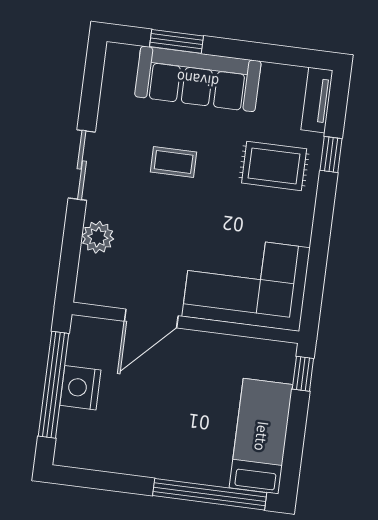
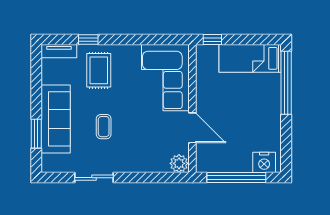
sliding door: (82, 165) -> (94, 178), moved
plant: (98, 237) -> (179, 163), moved
nightstand: (80, 388) -> (264, 162), moved

